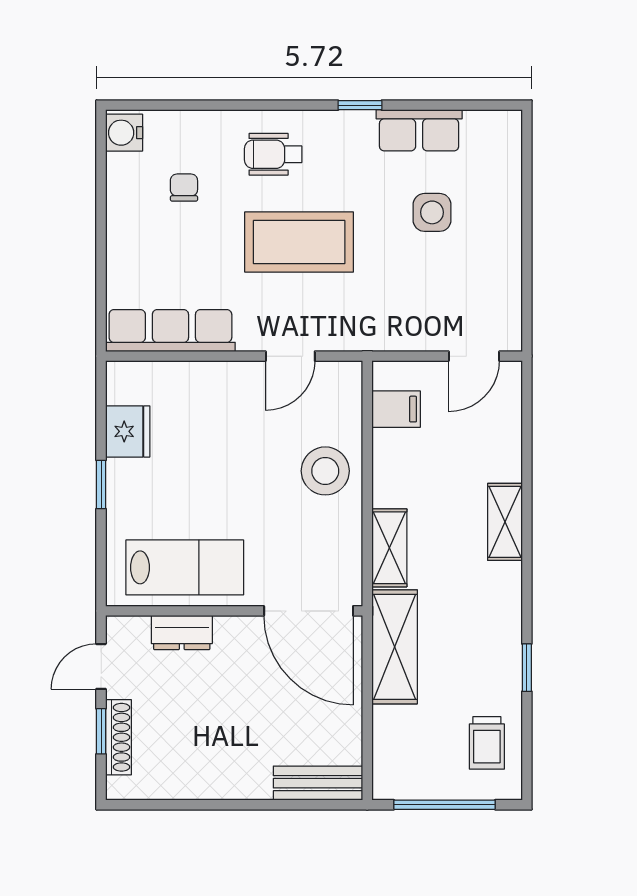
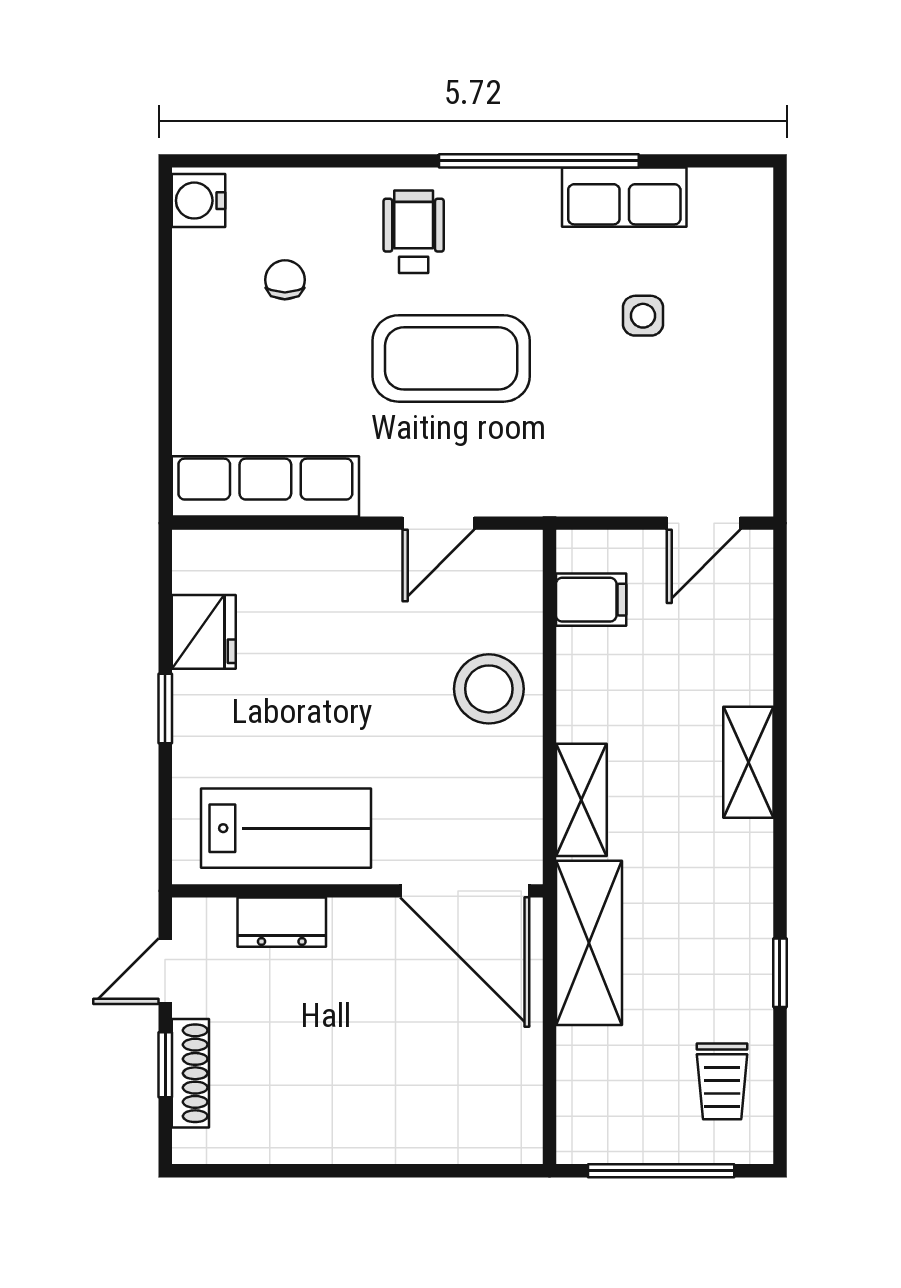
window: (360, 105) -> (539, 161), width x3.17
wheelchair: (273, 154) -> (414, 232), turned 90
side table: (432, 212) -> (643, 316), width x0.73, depth x0.73
bench: (318, 783) -> (478, 1140), removed

